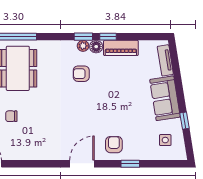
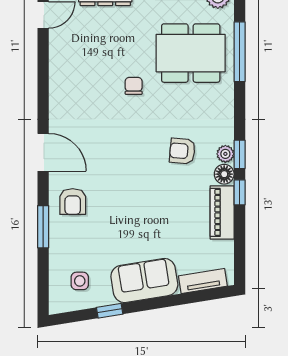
armchair: (81, 74) -> (182, 151), turned -85
chair: (11, 116) -> (134, 86), moved
armchair: (114, 145) -> (73, 202), turned 90
window: (130, 164) -> (43, 227), width x1.50

